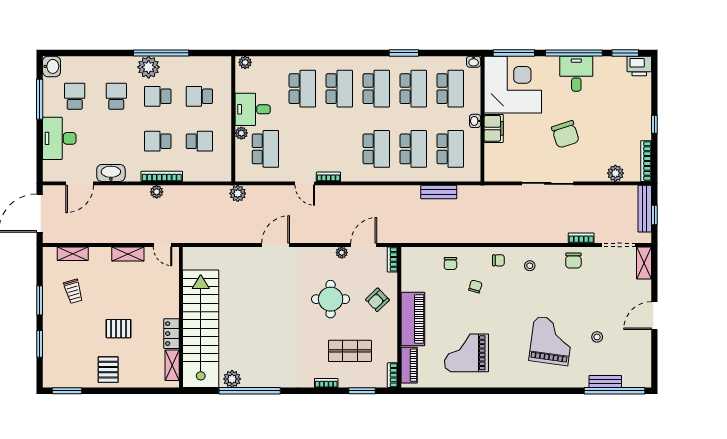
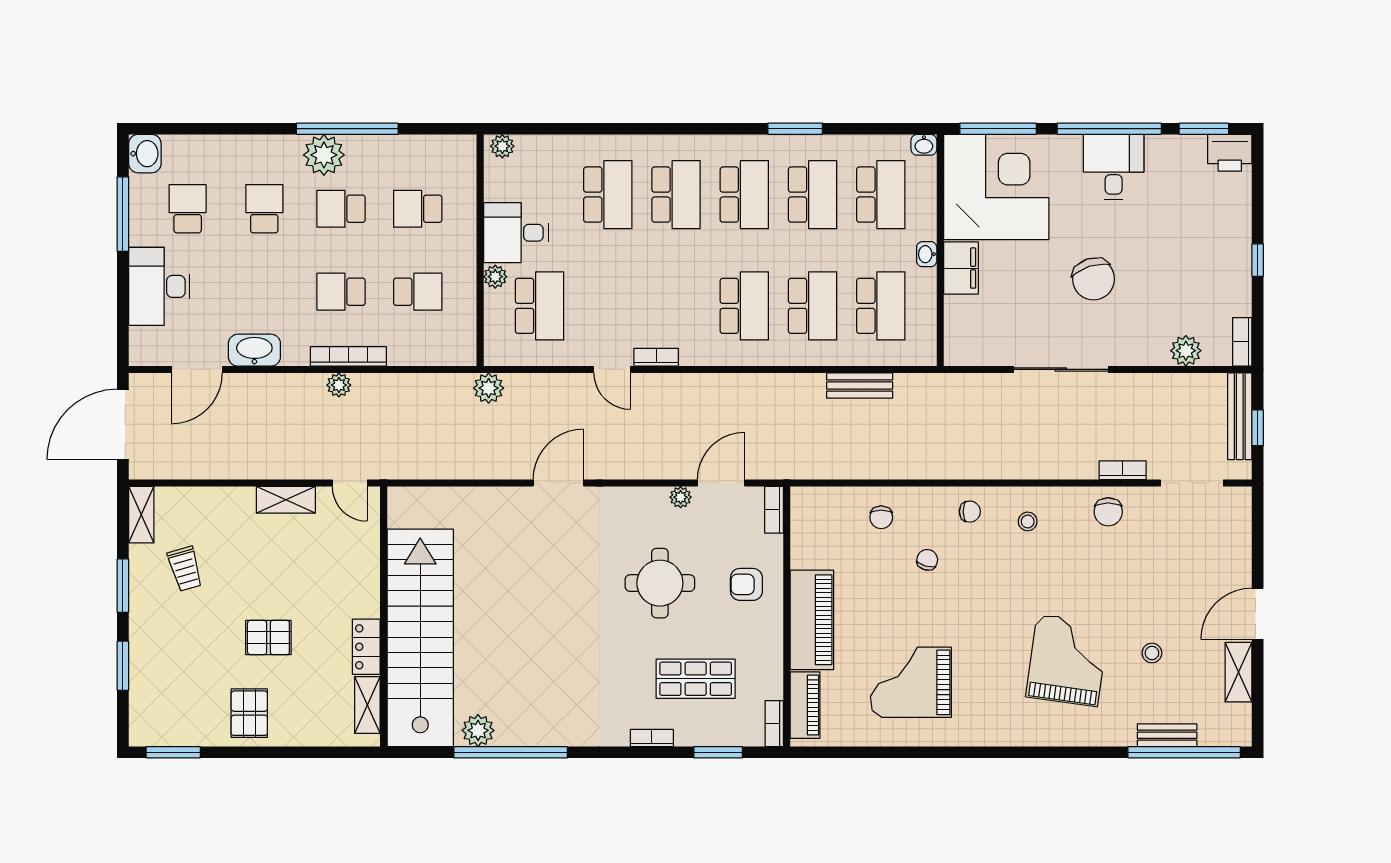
bookcase: (646, 161) -> (1242, 342), width x0.64
shelving: (73, 254) -> (141, 515), moved, turned 90
shelving: (644, 263) -> (1239, 672), moved
armchair: (377, 300) -> (746, 584), turned 44

